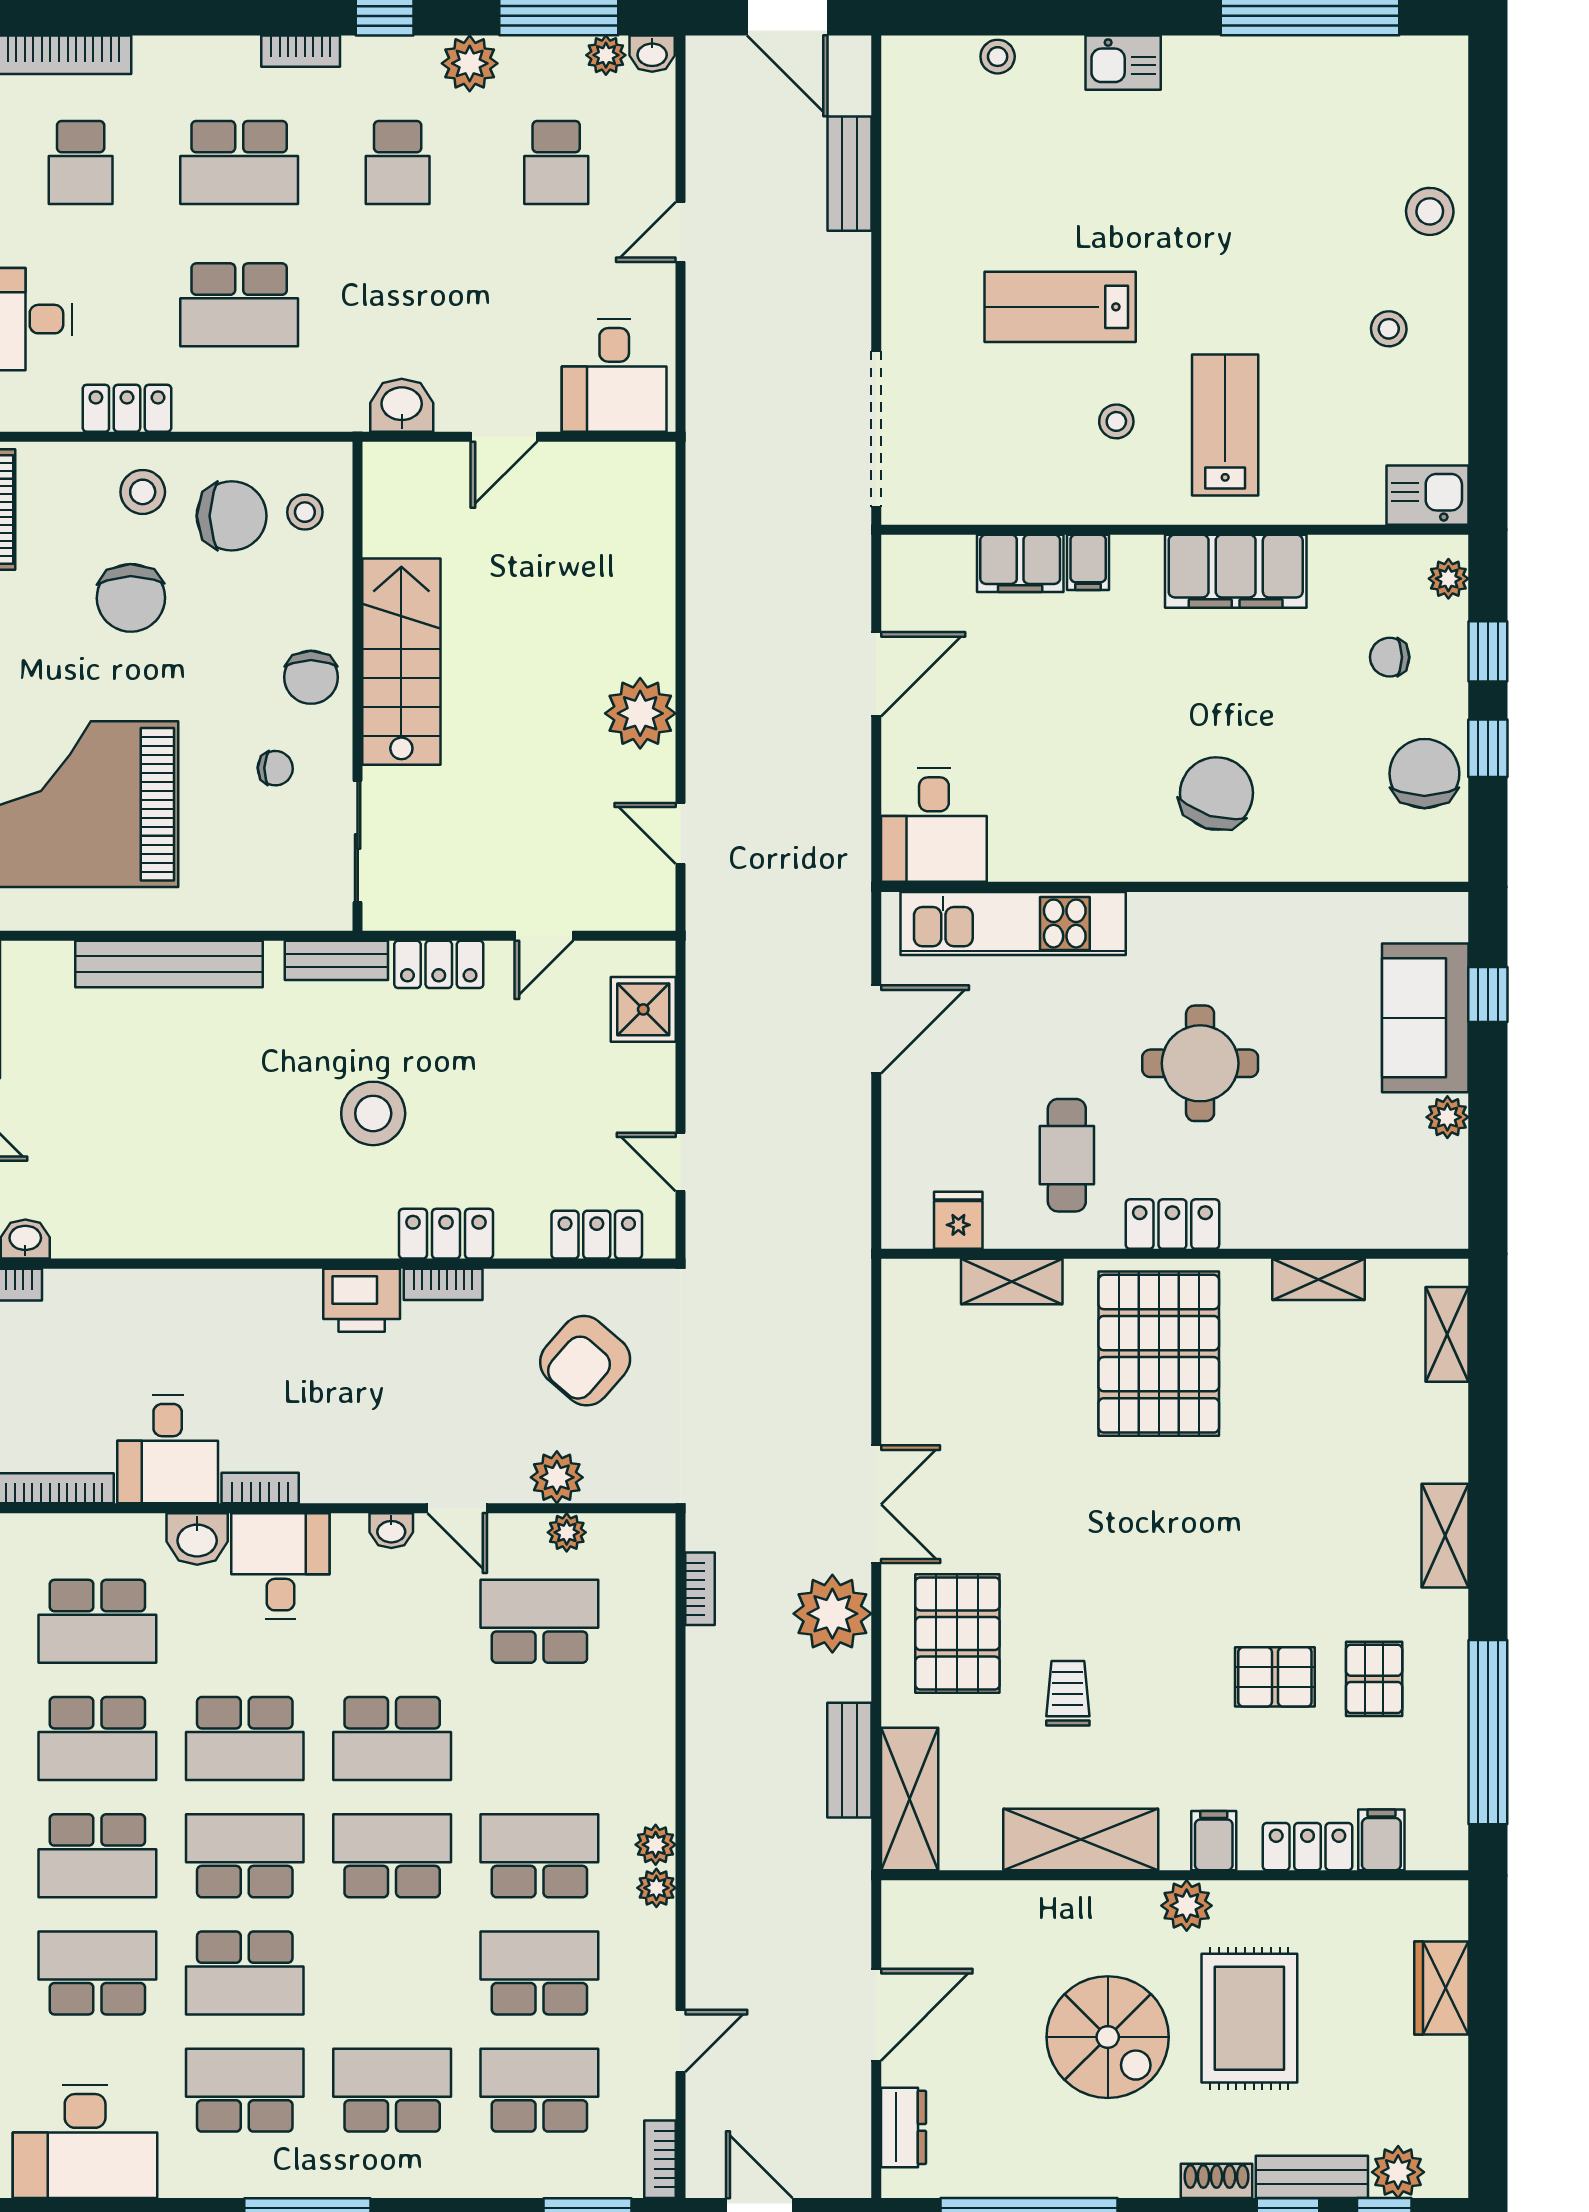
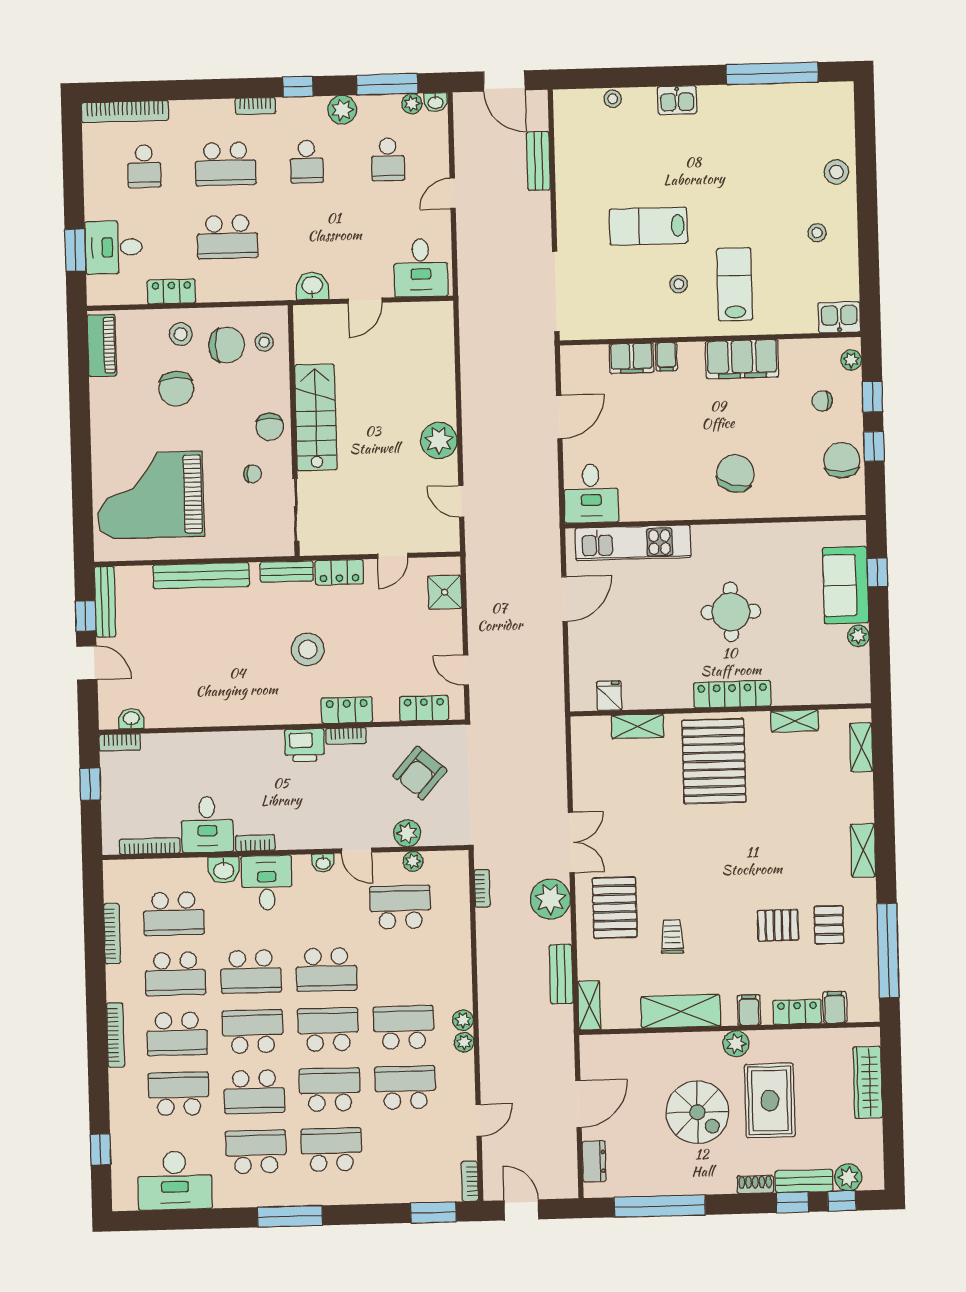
cafe table: (1067, 1155) -> (664, 661), removed
locker: (1172, 1224) -> (732, 694), width x1.53
shelving: (910, 1799) -> (589, 1005), width x0.67, depth x0.75
wardrobe: (1441, 1988) -> (868, 1082), width x1.50
school desk: (539, 2090) -> (330, 1090), moved

